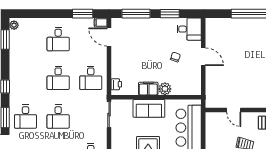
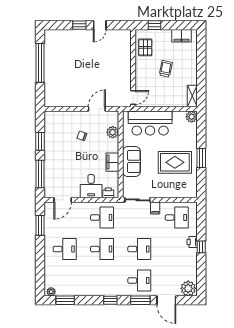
filing cabinet: (101, 23) -> (155, 208), moved
desk: (189, 29) -> (91, 186), moved, turned 180
door: (203, 57) -> (97, 109), moved
plant: (165, 89) -> (113, 132), moved
door: (234, 110) -> (133, 97), moved

